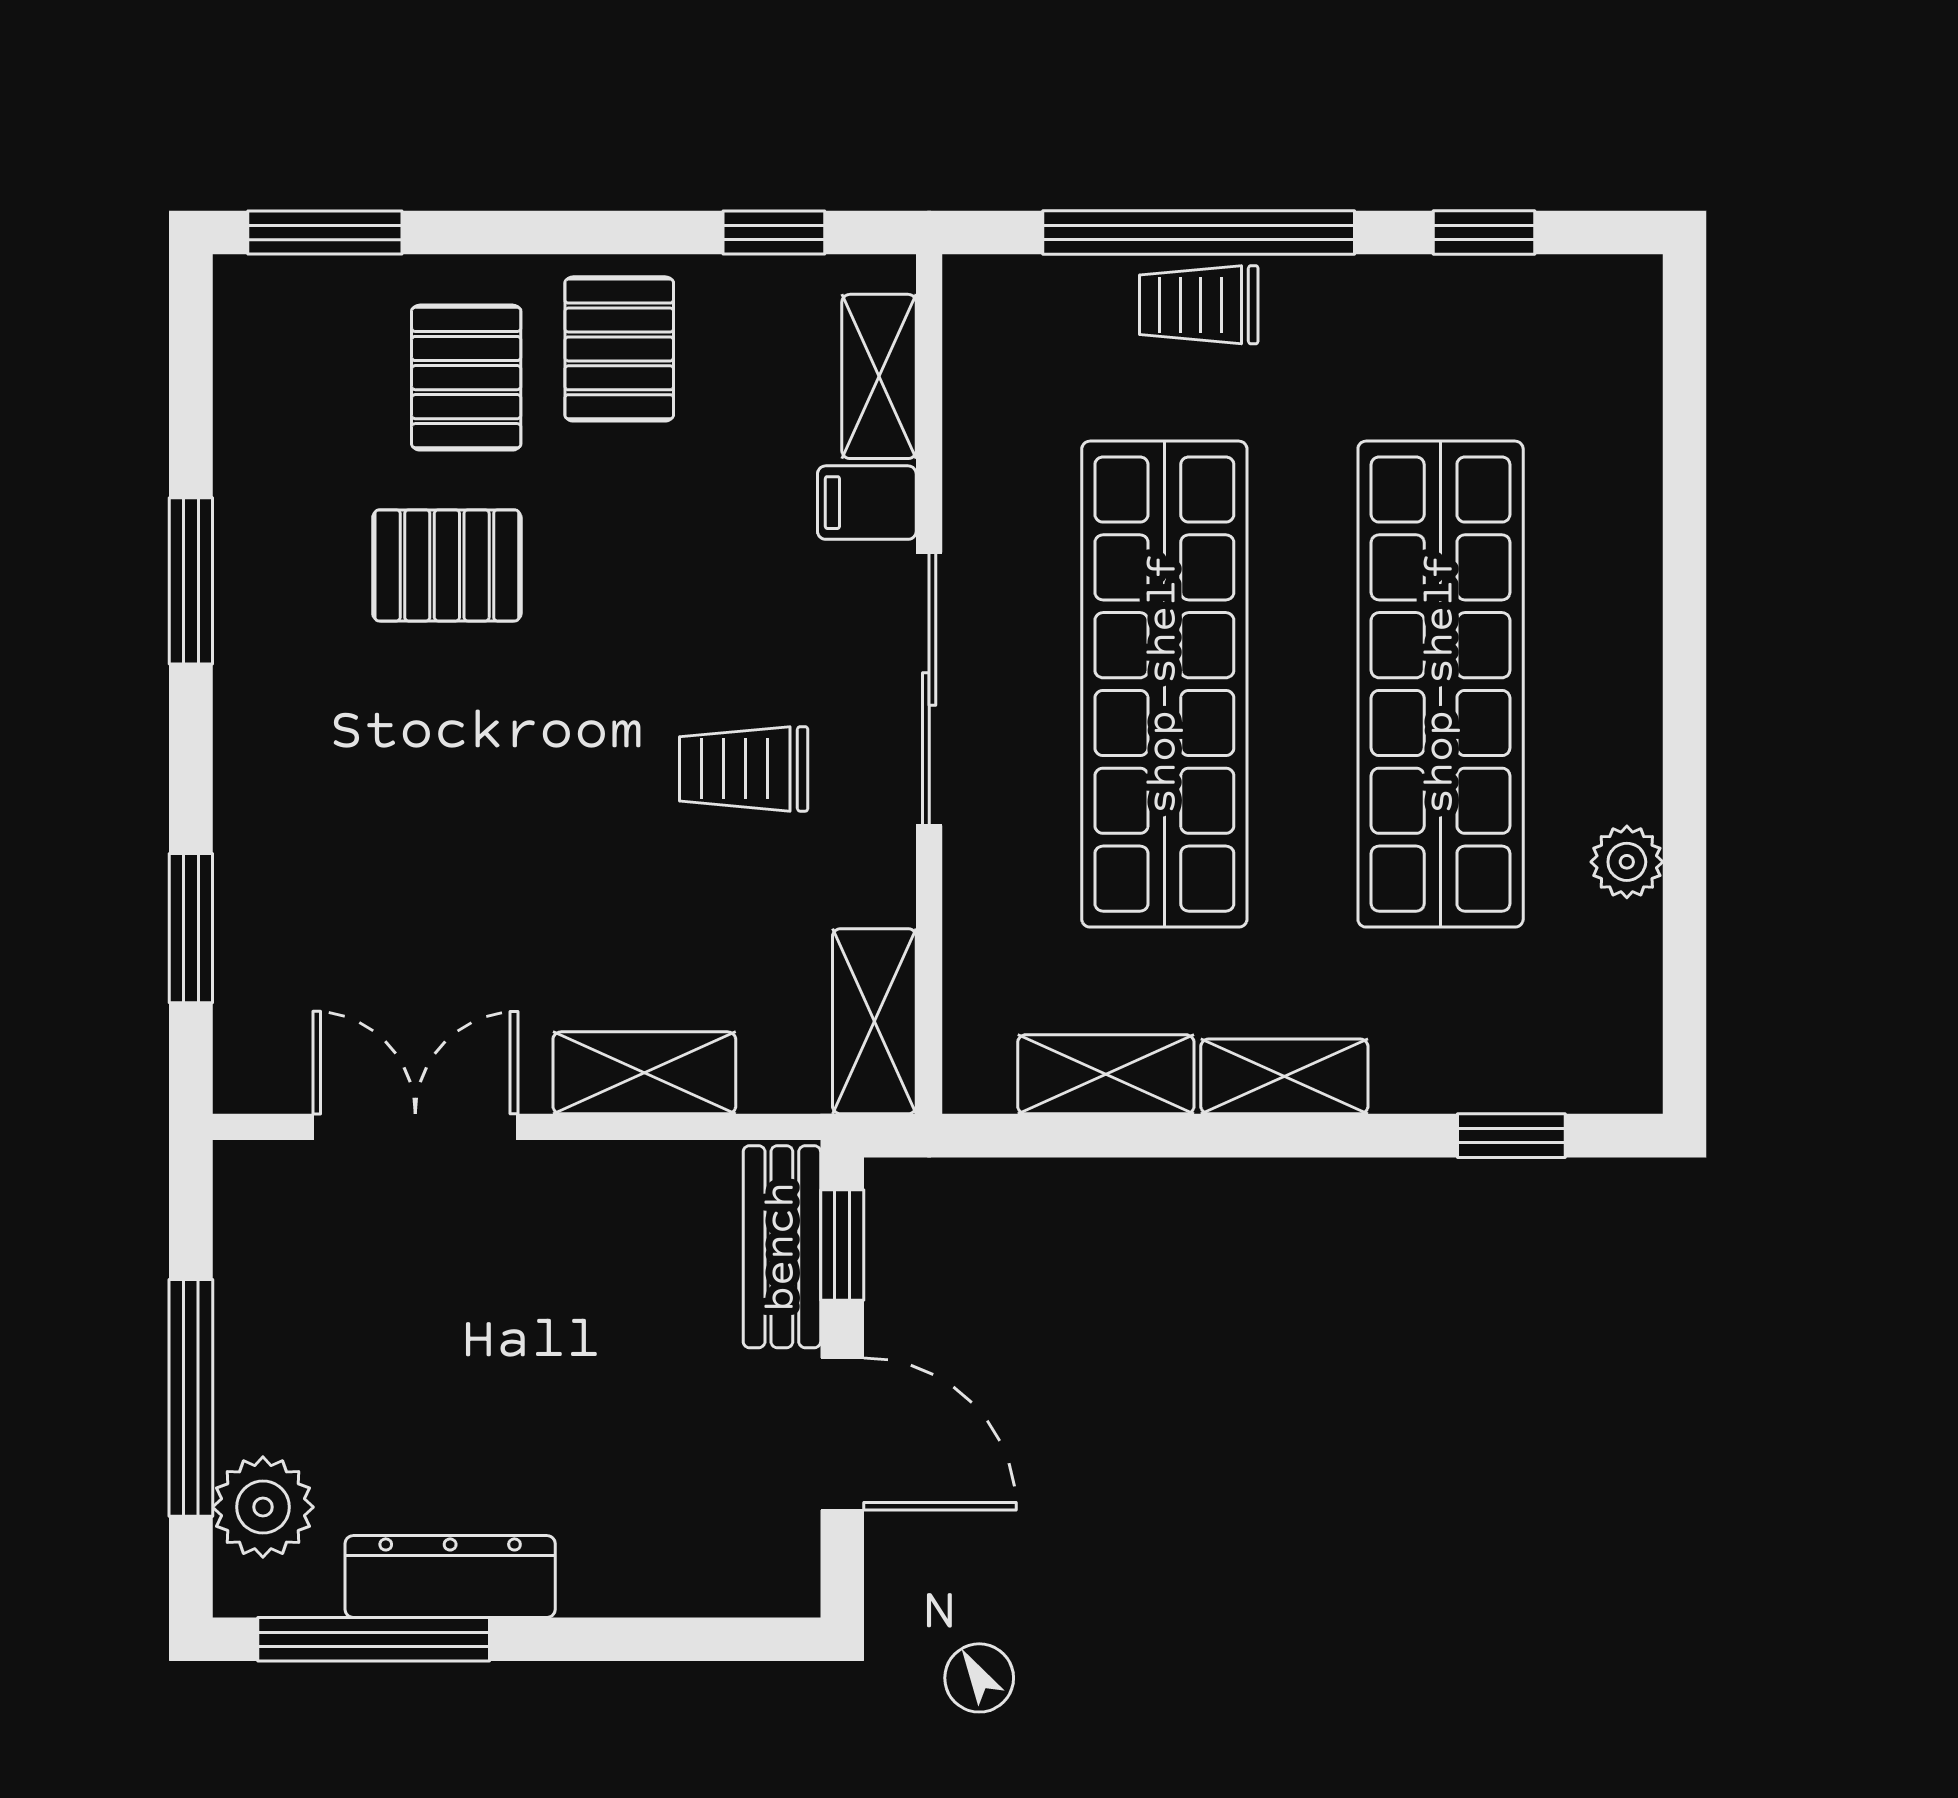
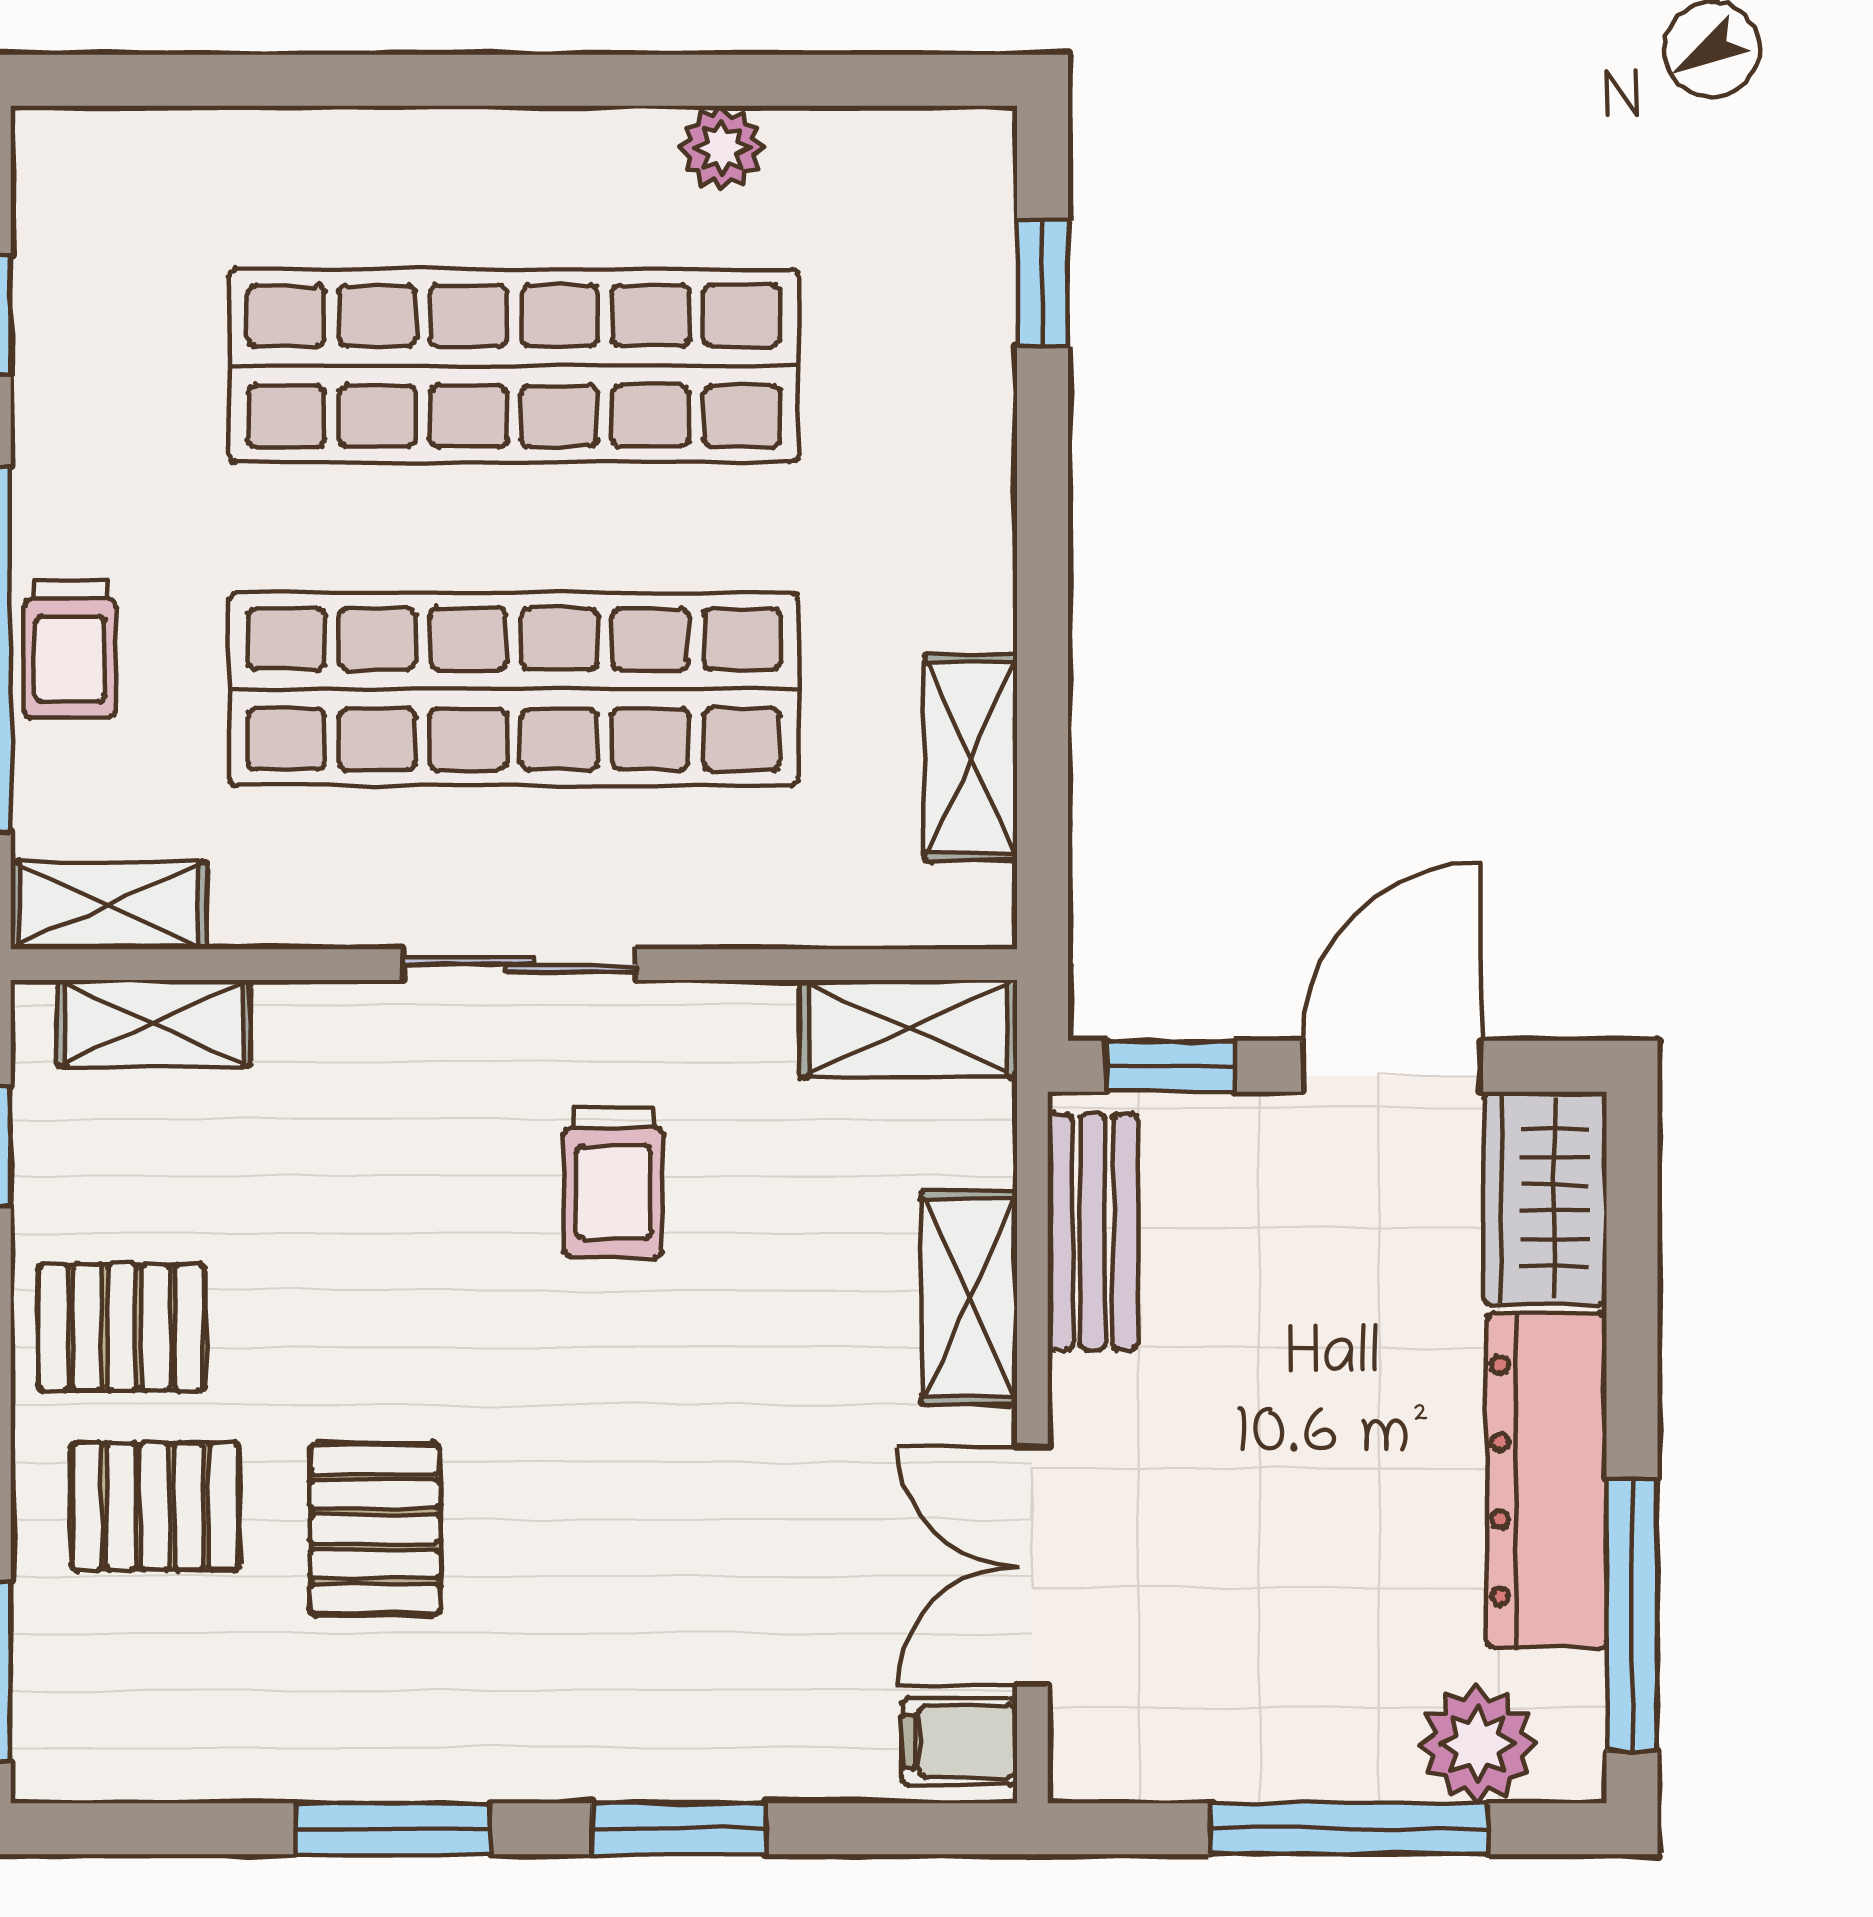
filing cabinet: (867, 503) -> (959, 1741), moved, turned 90
sliding door: (929, 689) -> (520, 965), width x0.73
window: (191, 928) -> (679, 1829), moved
shelving: (1284, 1076) -> (108, 905), moved, turned 90
bench: (782, 1247) -> (1093, 1232), moved, turned 90
wardrobe: (730, 1565) -> (1545, 1198), added
dresser: (450, 1577) -> (1547, 1480), width x1.37, depth x1.24

